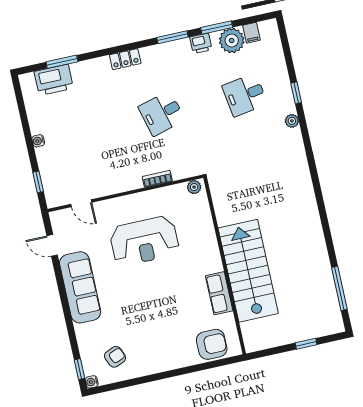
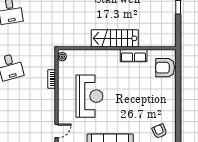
stairs: (248, 271) -> (115, 38), width x0.73, depth x0.66
armchair: (212, 344) -> (165, 68), turned -90

